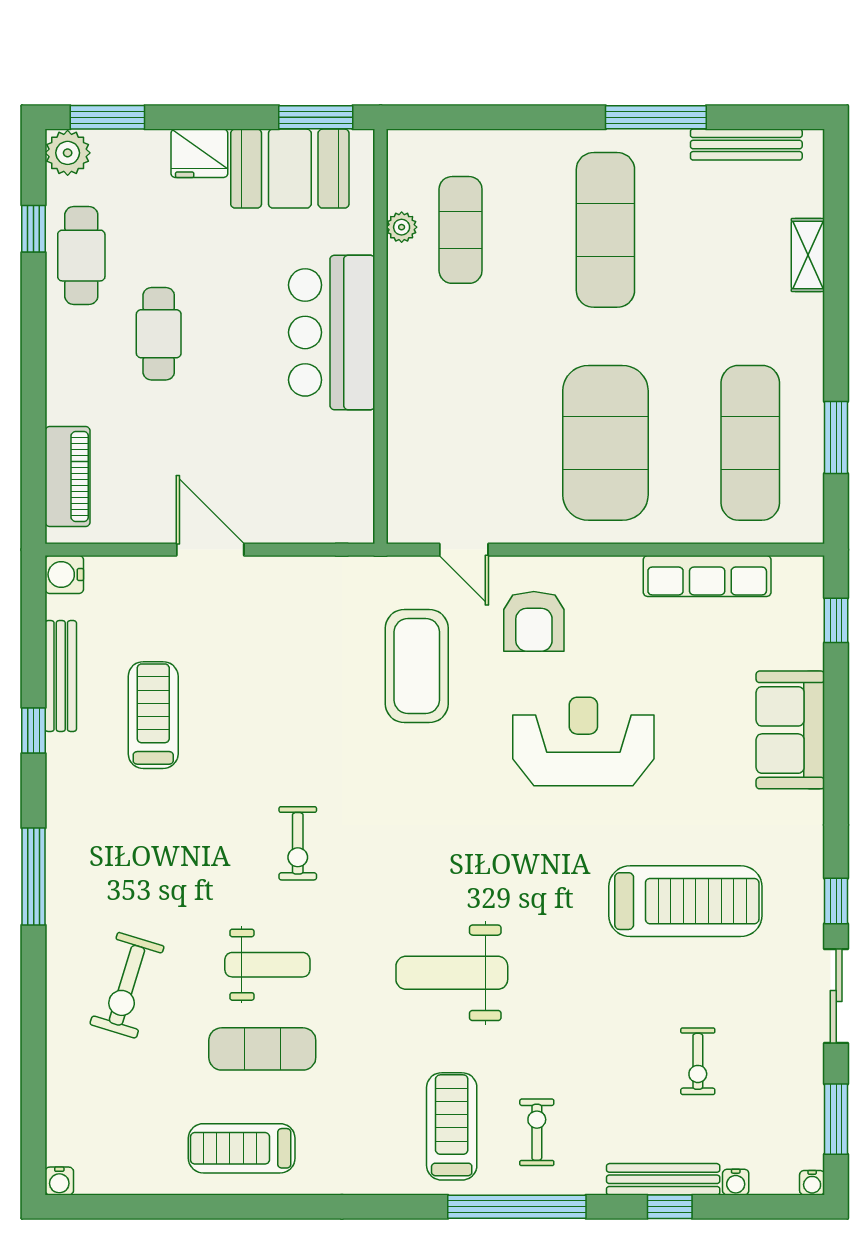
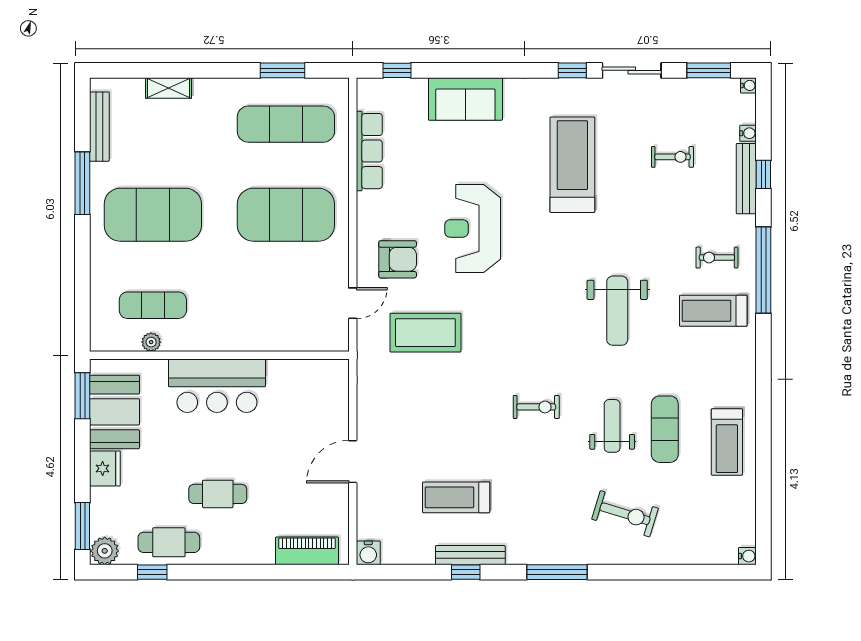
exercise mat: (605, 230) -> (153, 215), width x1.47
bench: (61, 676) -> (470, 555), moved

